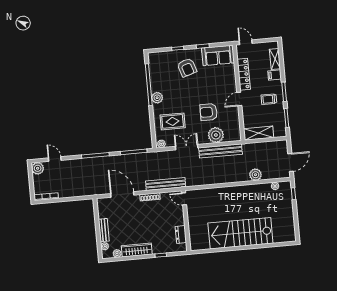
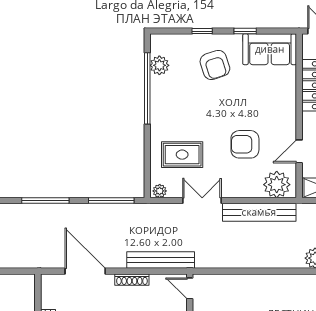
plant: (157, 98) -> (159, 65), moved
door: (239, 99) -> (299, 151), moved
plant: (216, 135) -> (277, 185), moved

